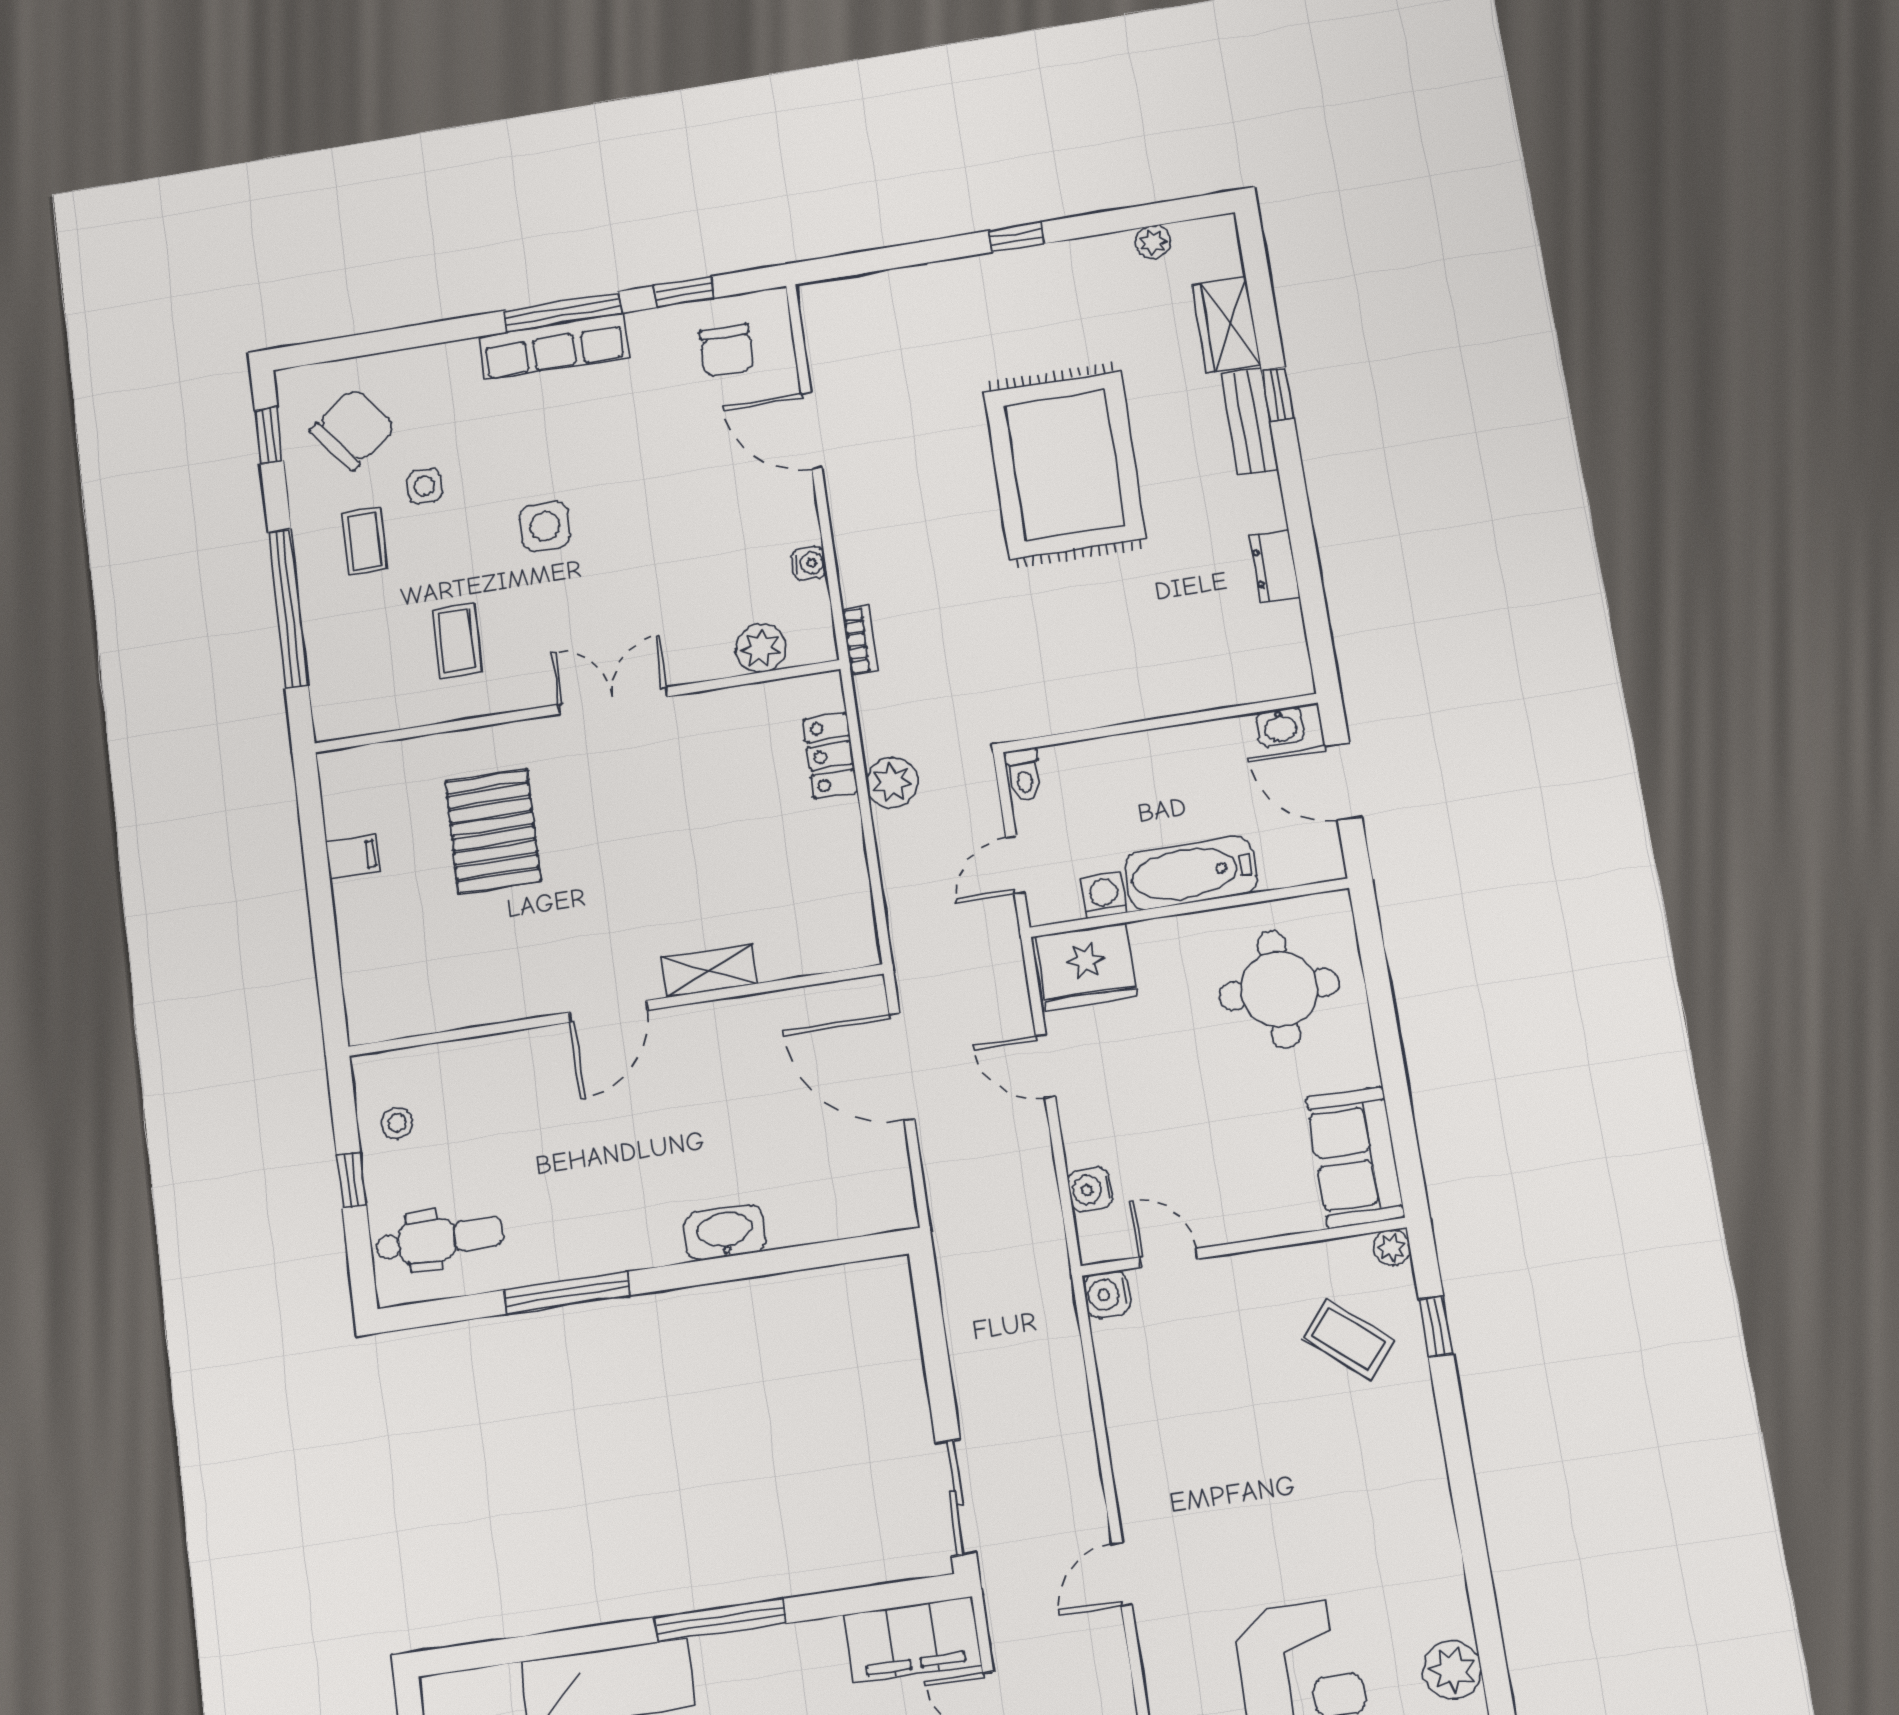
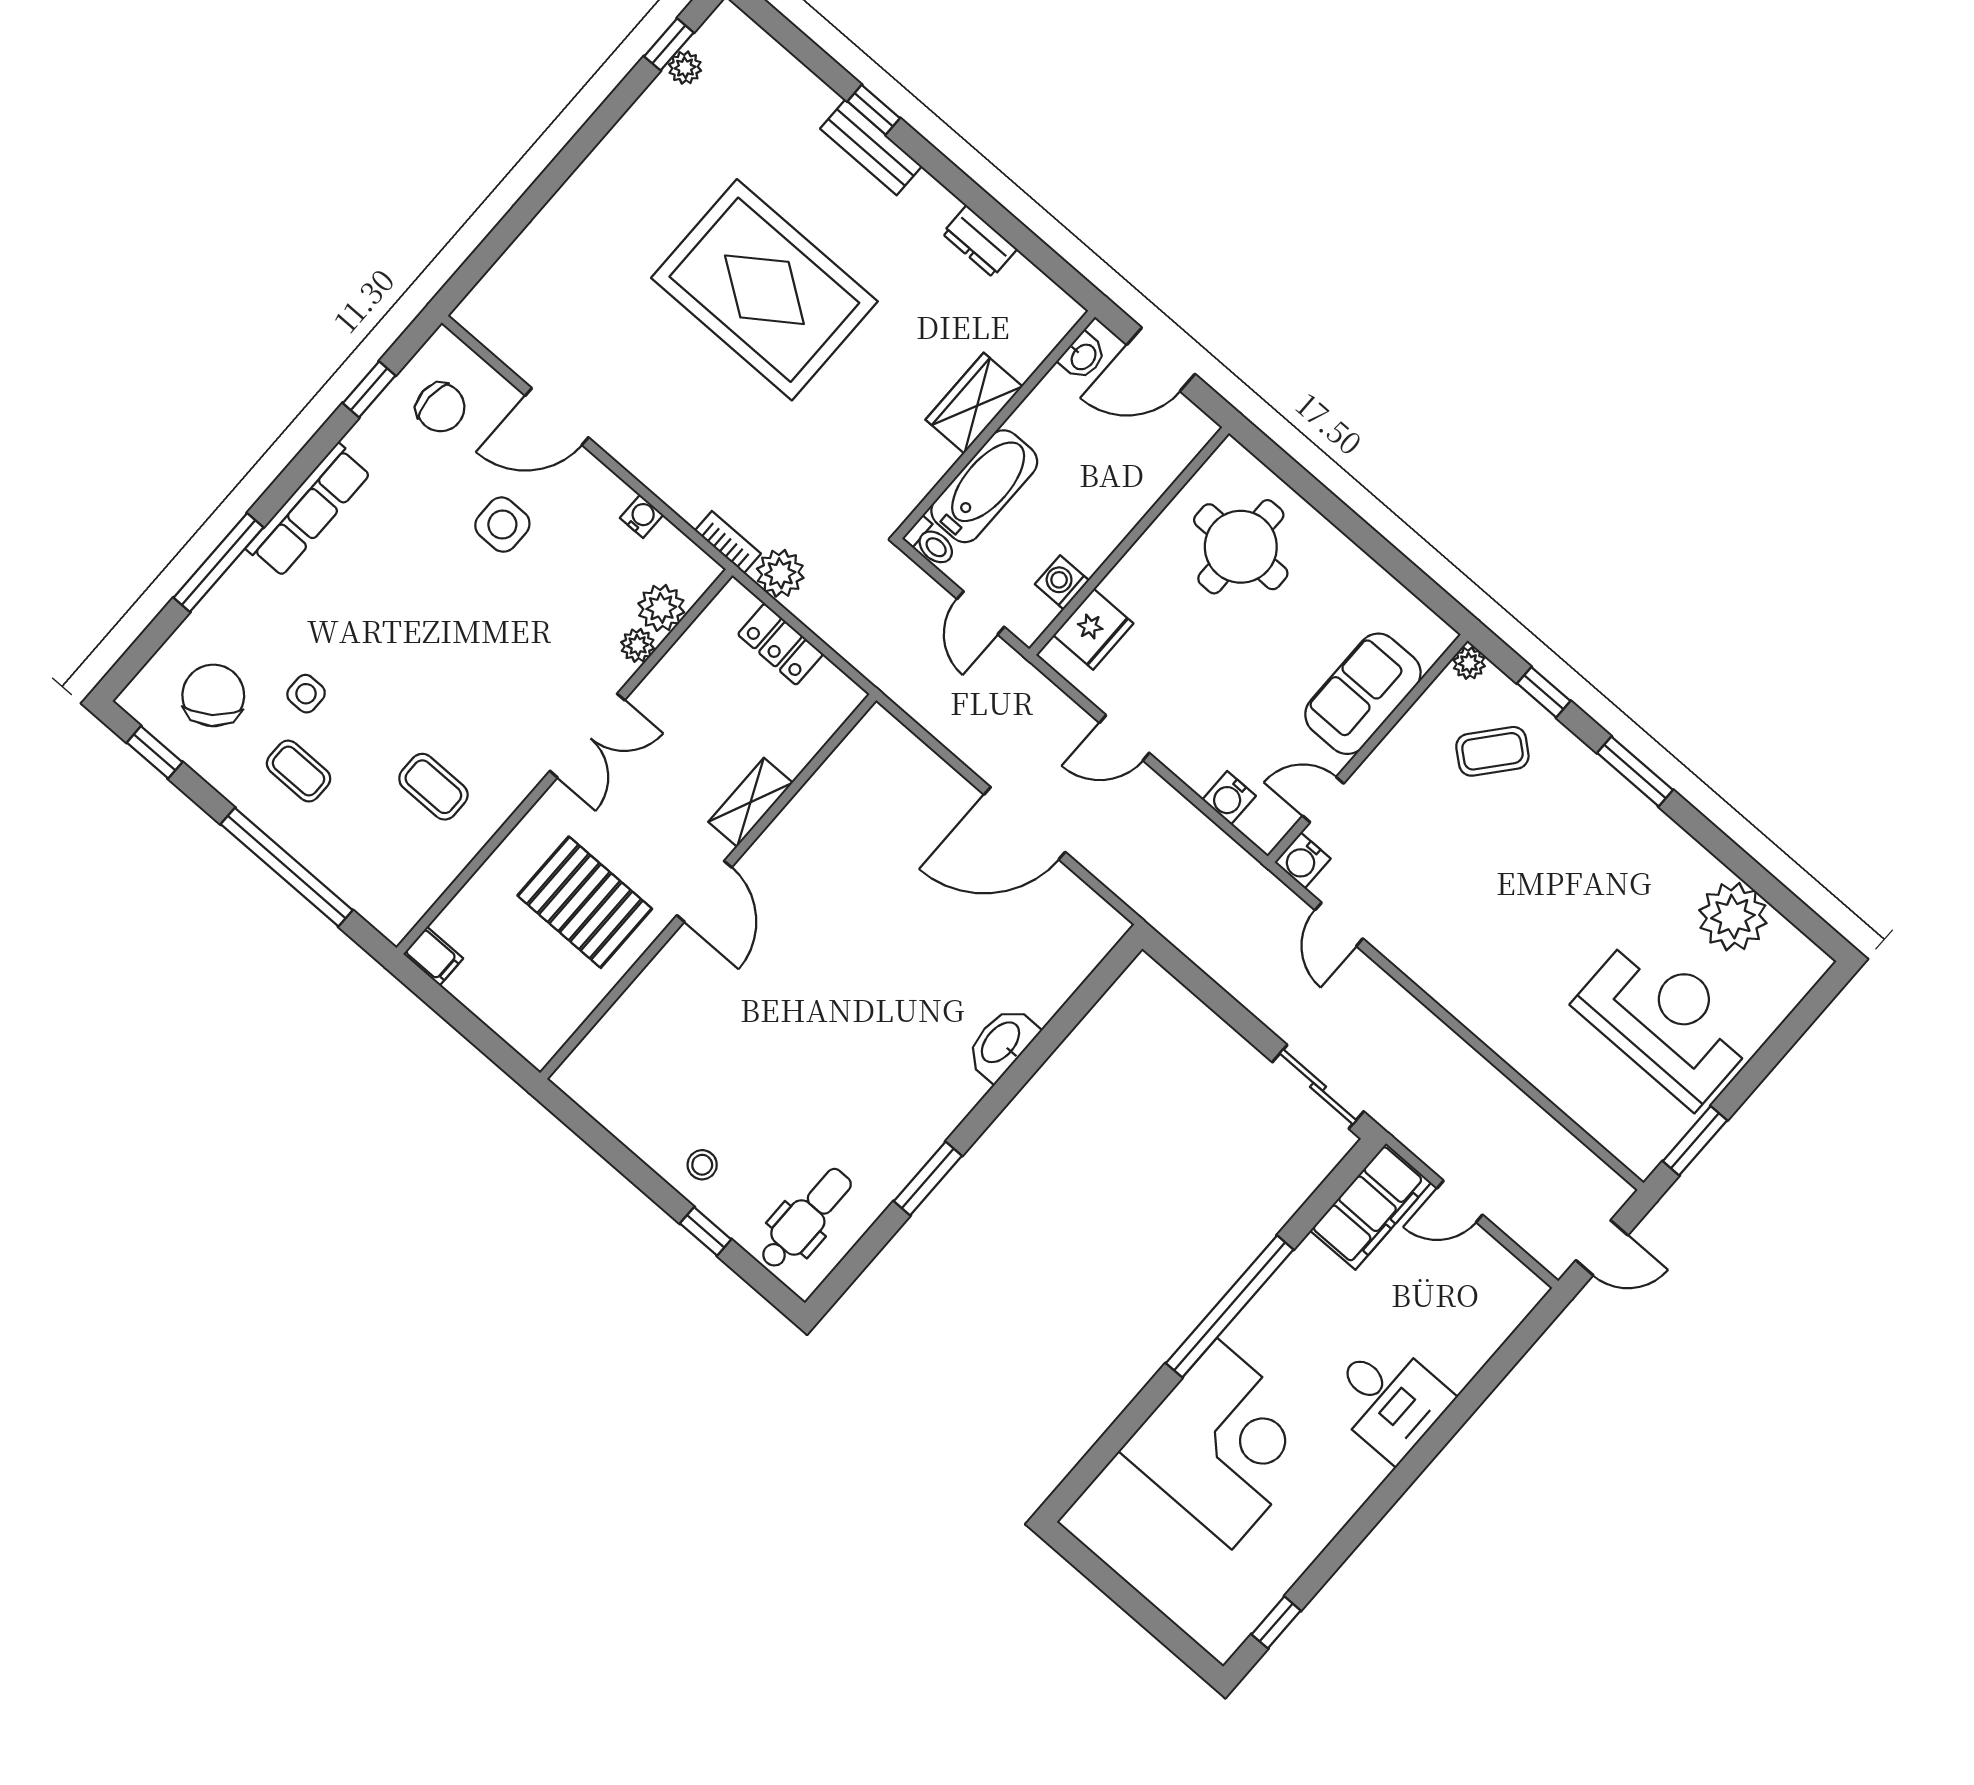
window: (1016, 237) -> (669, 44), moved
window: (562, 312) -> (218, 563), moved
wardrobe: (1226, 325) -> (974, 403), moved, turned 90
side table: (545, 526) -> (502, 525), moved
plant: (716, 662) -> (638, 645), added
double door: (613, 701) -> (587, 736), swing flipped
plant: (892, 783) -> (780, 573), moved
filing cabinet: (353, 857) -> (433, 956), moved, turned 90
bathtub: (1191, 873) -> (984, 486), moved, turned 180
fridge: (1086, 967) -> (1093, 629), width x0.73, depth x0.75
shelving: (709, 971) -> (751, 802), moved
wall: (615, 1010) -> (708, 887), moved
door: (608, 1011) -> (704, 891), moved
sofa: (1355, 1157) -> (1363, 694), moved, turned 90
window: (567, 1293) -> (928, 1178), width x0.69
window: (1459, 1461) -> (1635, 771), added
door: (1122, 1574) -> (1339, 924), moved
window: (720, 1620) -> (1230, 1306), width x1.46
plant: (1452, 1670) -> (1733, 917), width x1.36, depth x1.36

